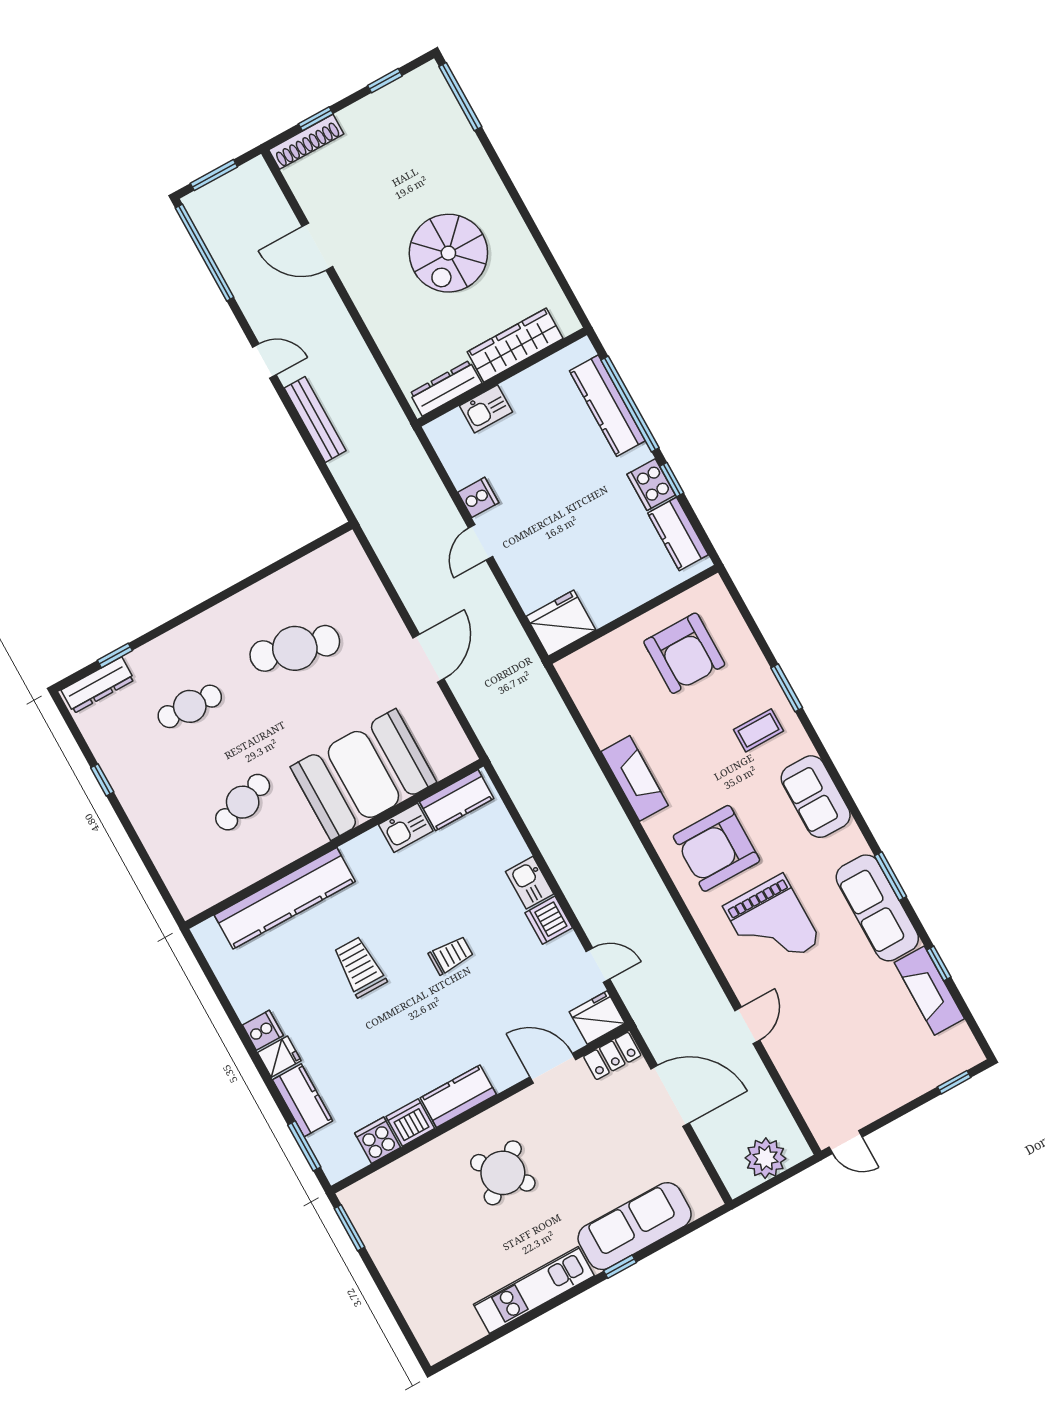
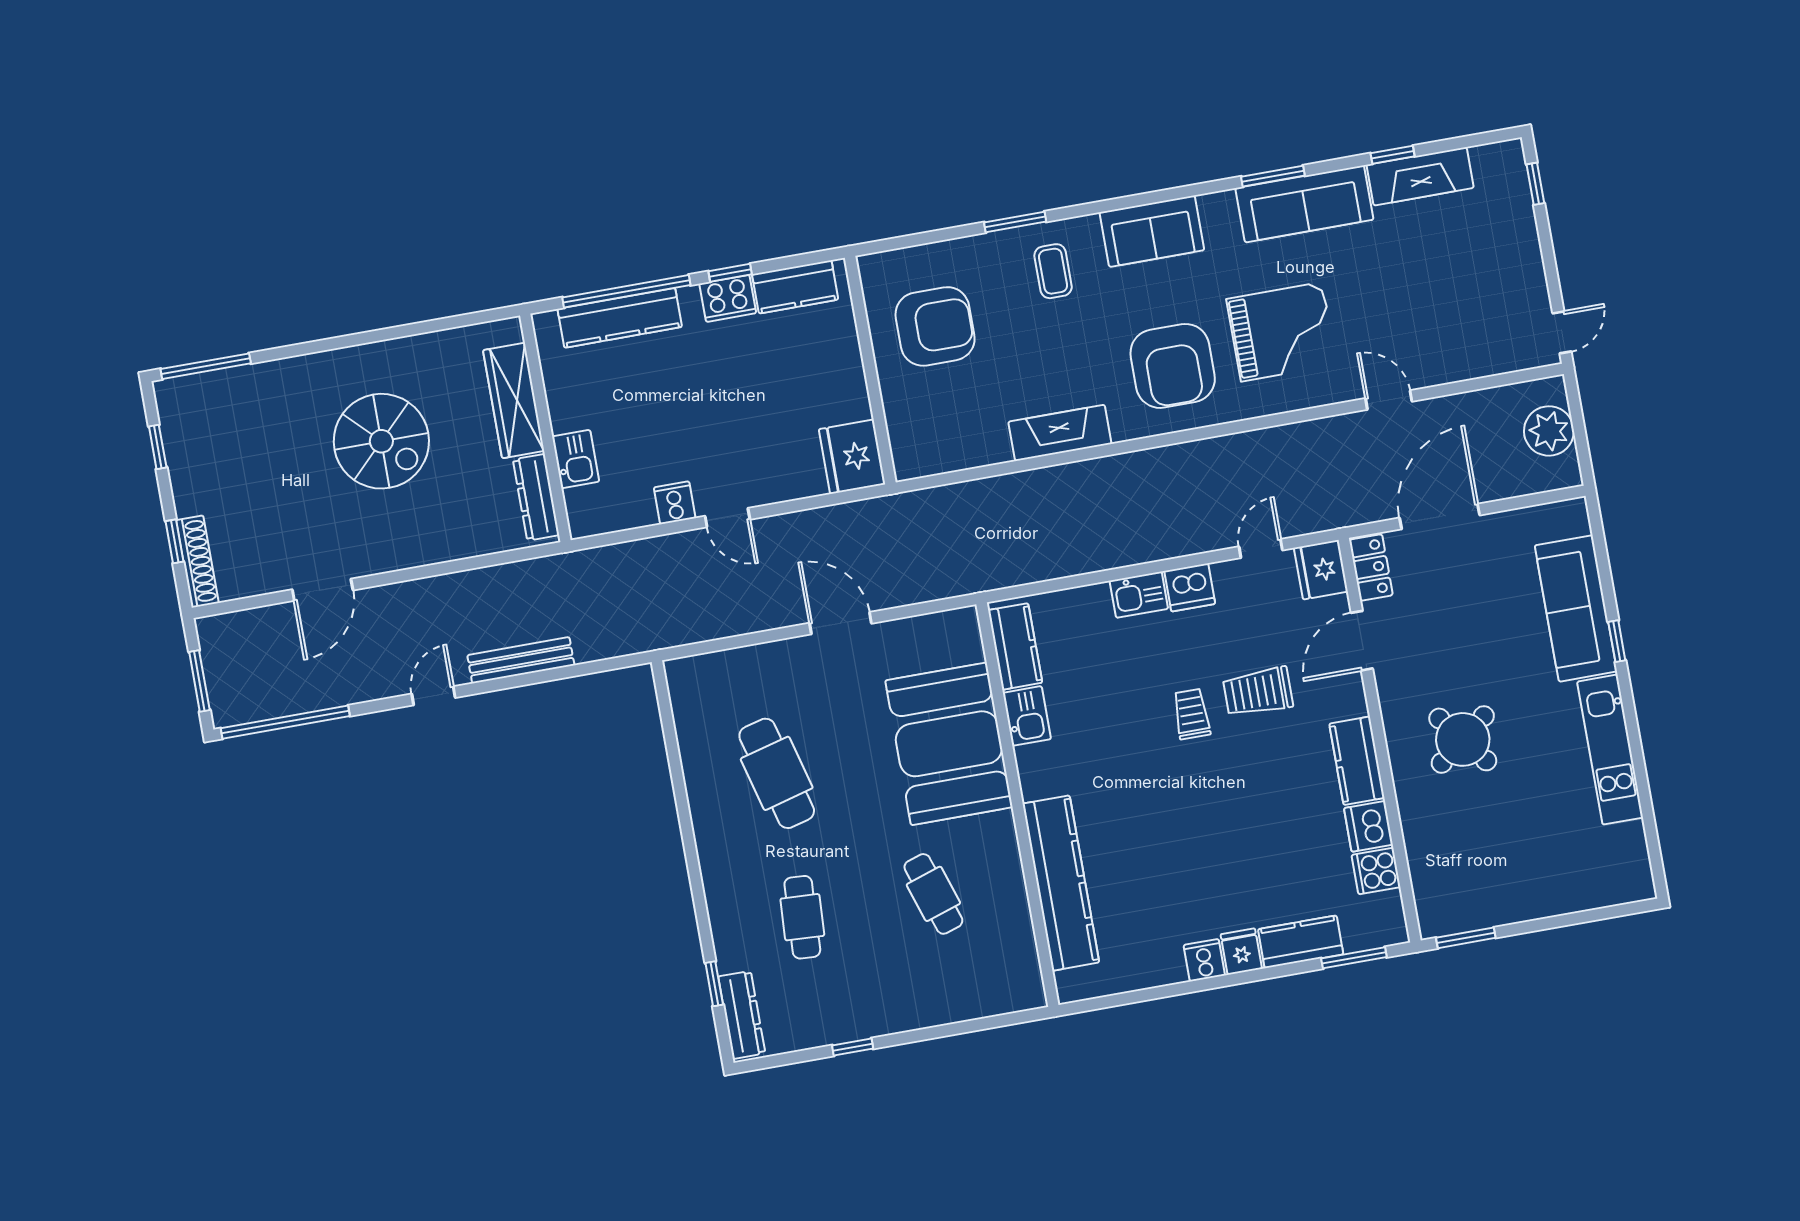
cafe table: (295, 648) -> (777, 773), turned -30
trolley: (360, 967) -> (1258, 692), moved

